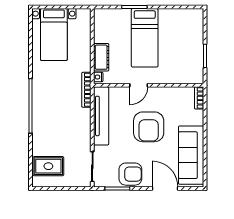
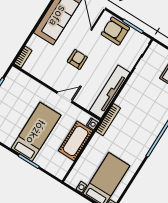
cot: (101, 57) -> (76, 141), width x1.37, depth x1.34
armchair: (149, 127) -> (77, 59), width x0.53, depth x0.53

